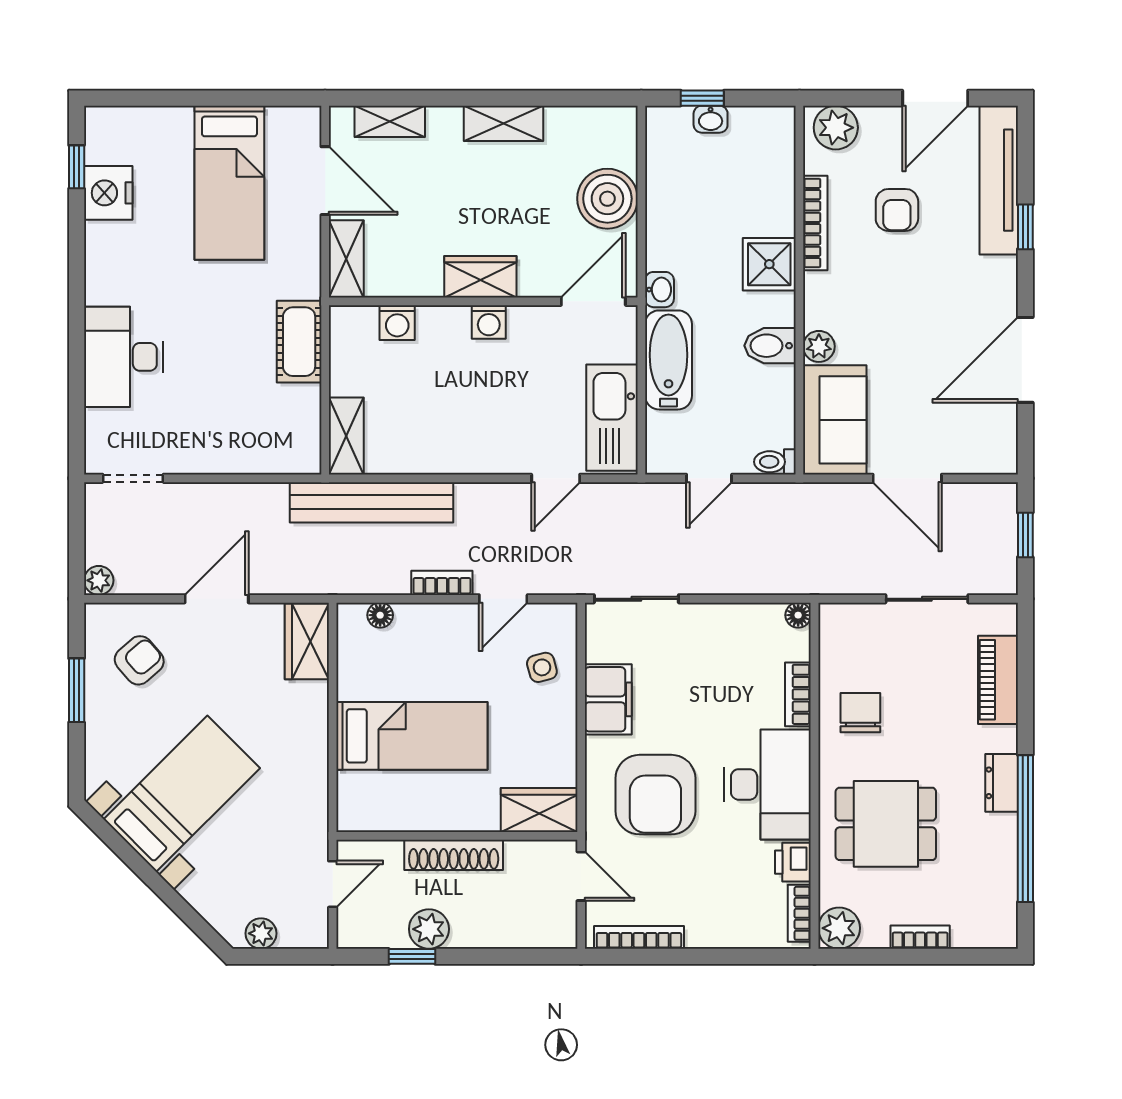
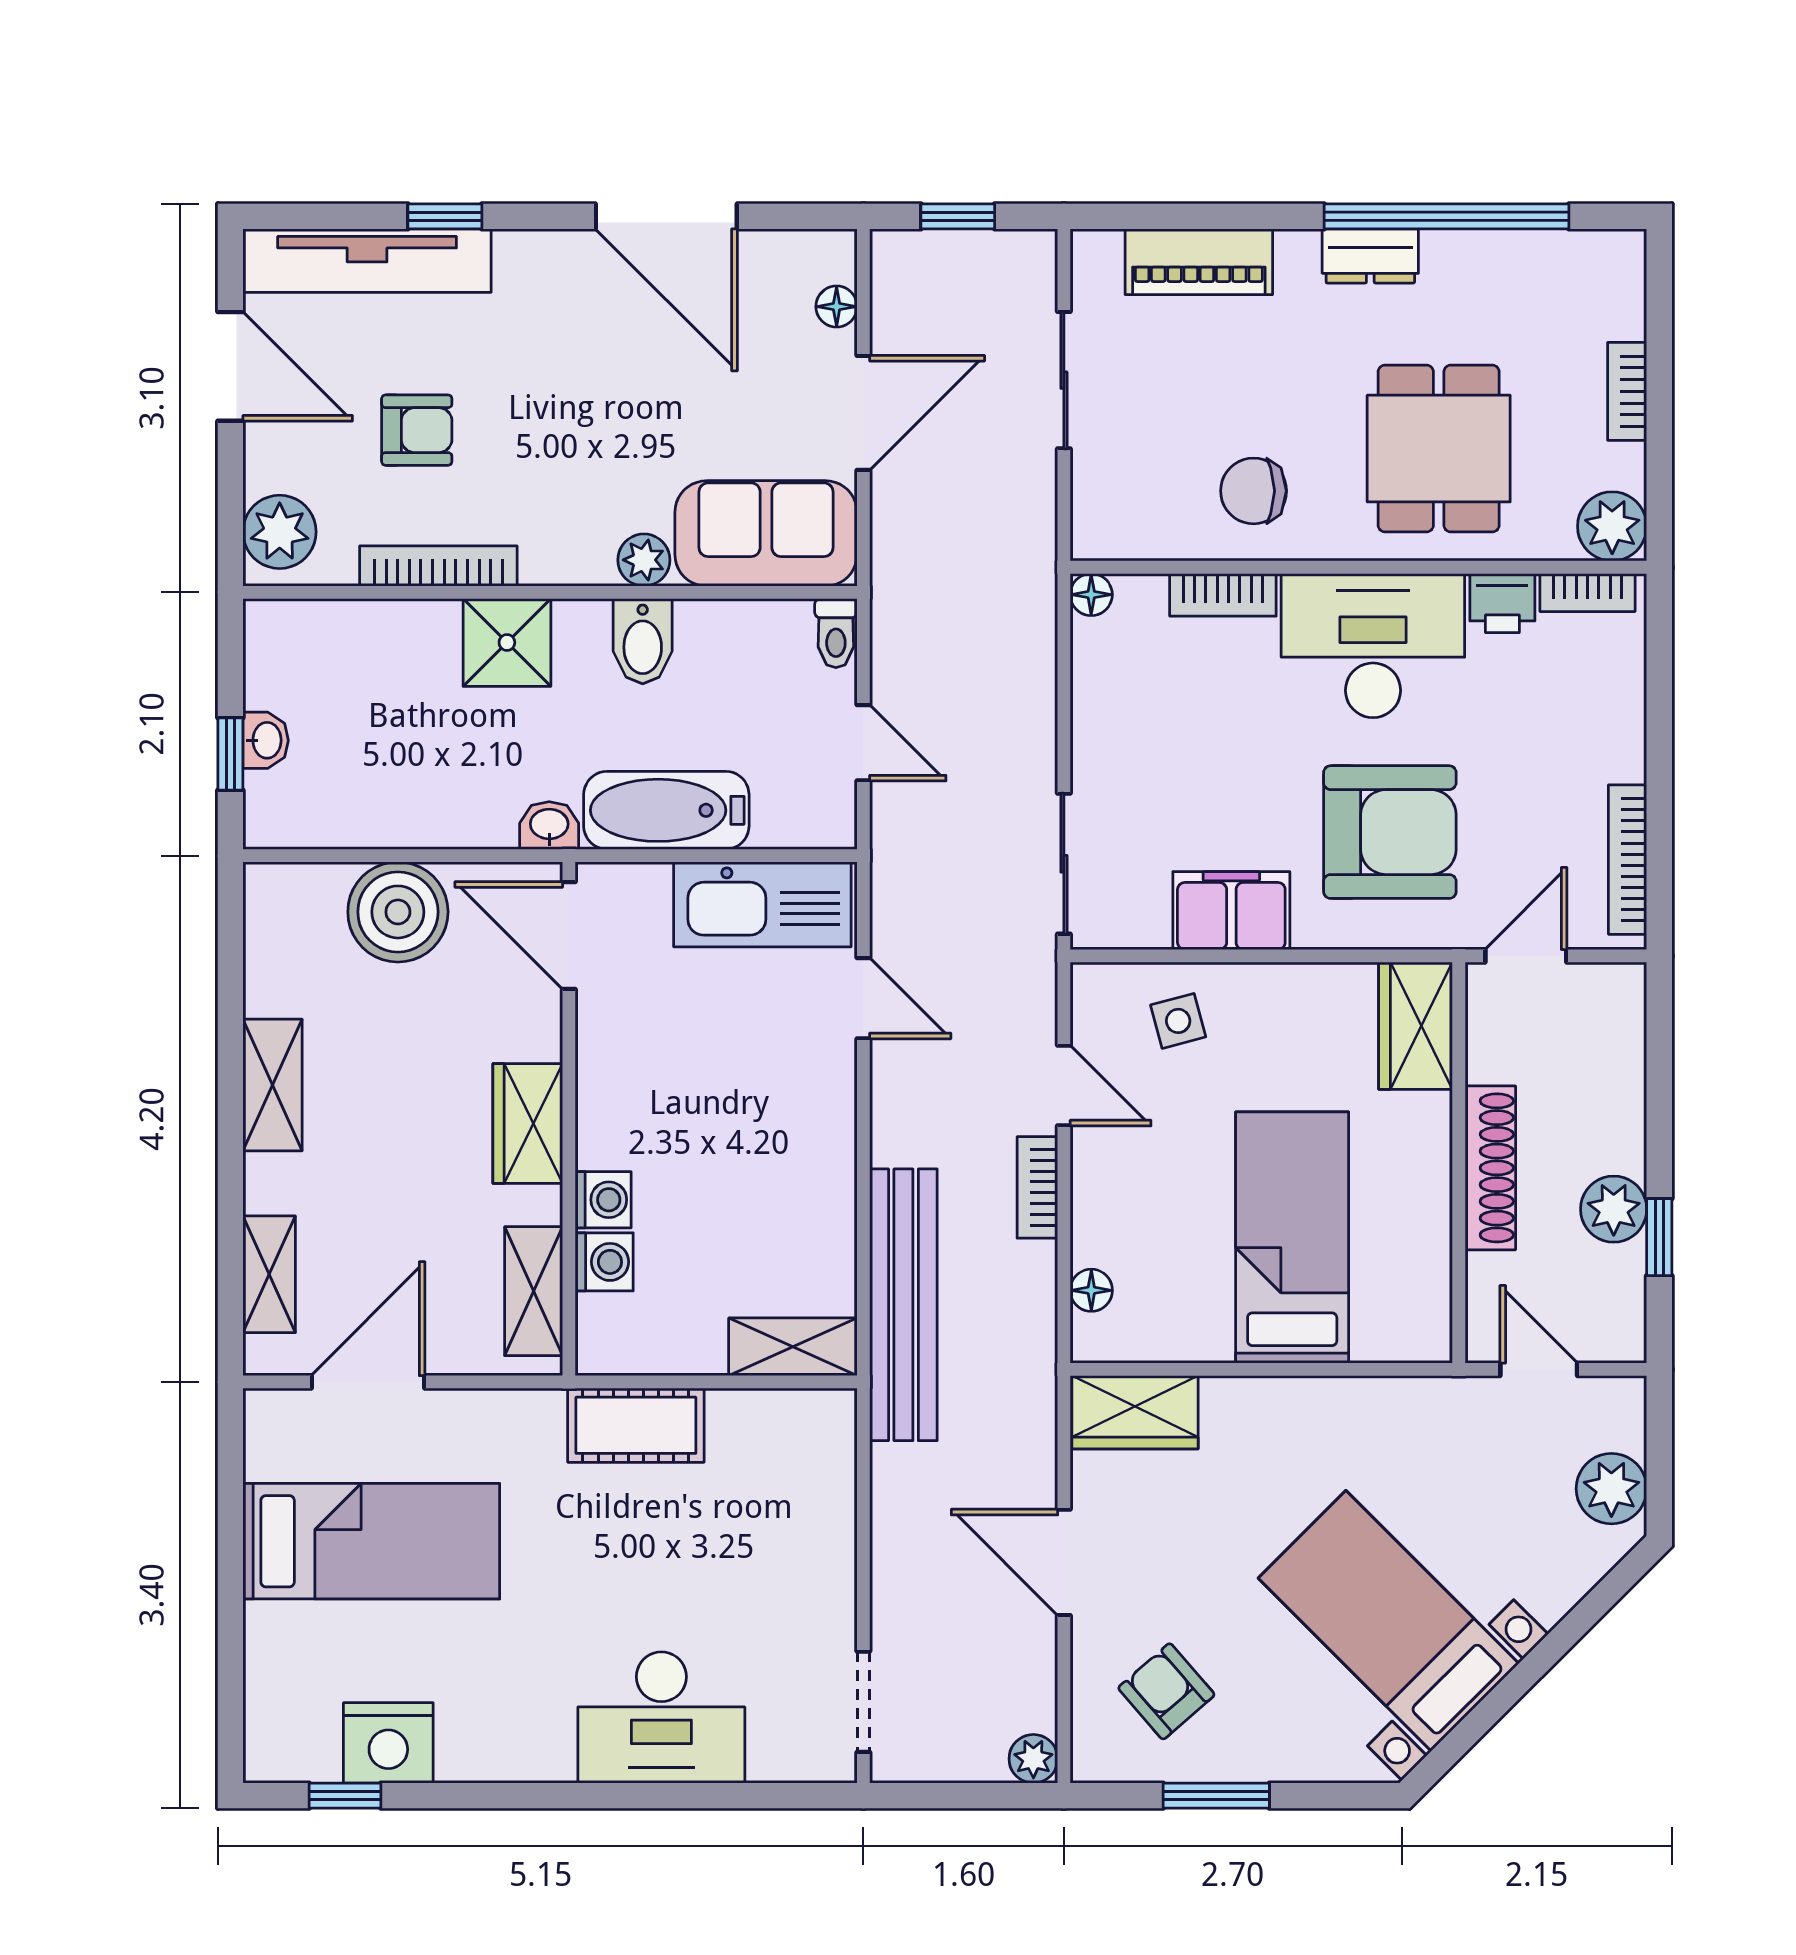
shelving: (346, 259) -> (534, 1291), moved, turned 90
washing machine: (489, 322) -> (603, 1200), moved
floor lamp: (971, 462) -> (837, 307), added
plant: (261, 933) -> (1611, 1489), width x1.38, depth x1.38

